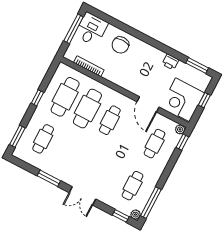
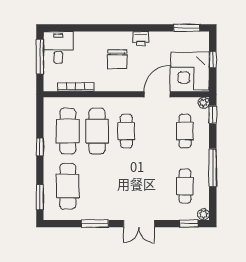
chair: (120, 45) -> (117, 59), moved
printer: (170, 62) -> (141, 38), moved
door: (148, 104) -> (157, 94), swing flipped
cafe table: (43, 139) -> (68, 186), width x1.37, depth x1.35
window: (151, 203) -> (213, 168), moved

